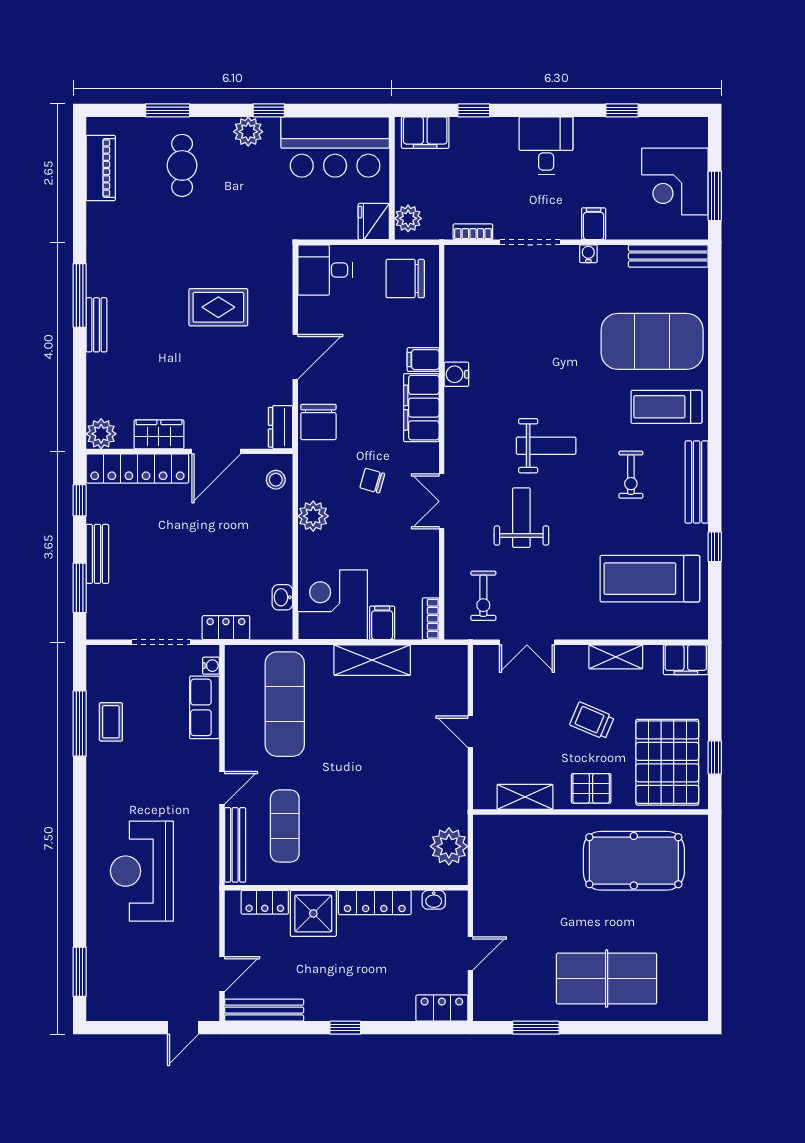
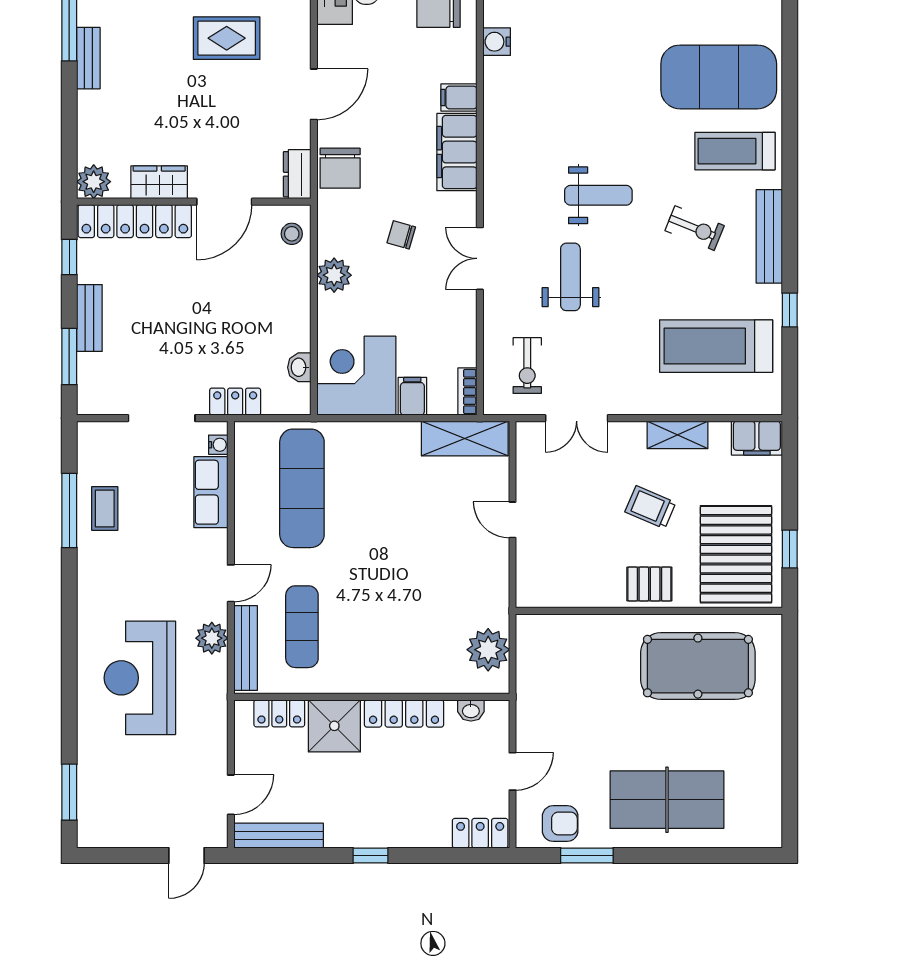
water cooler: (456, 374) -> (497, 42), moved
exercise bike: (631, 475) -> (695, 228), turned -68
shelving: (372, 660) -> (465, 438), moved
shelving: (525, 797) -> (574, 594), removed
plant: (205, 836) -> (212, 638), added
armchair: (512, 1000) -> (560, 824), added

